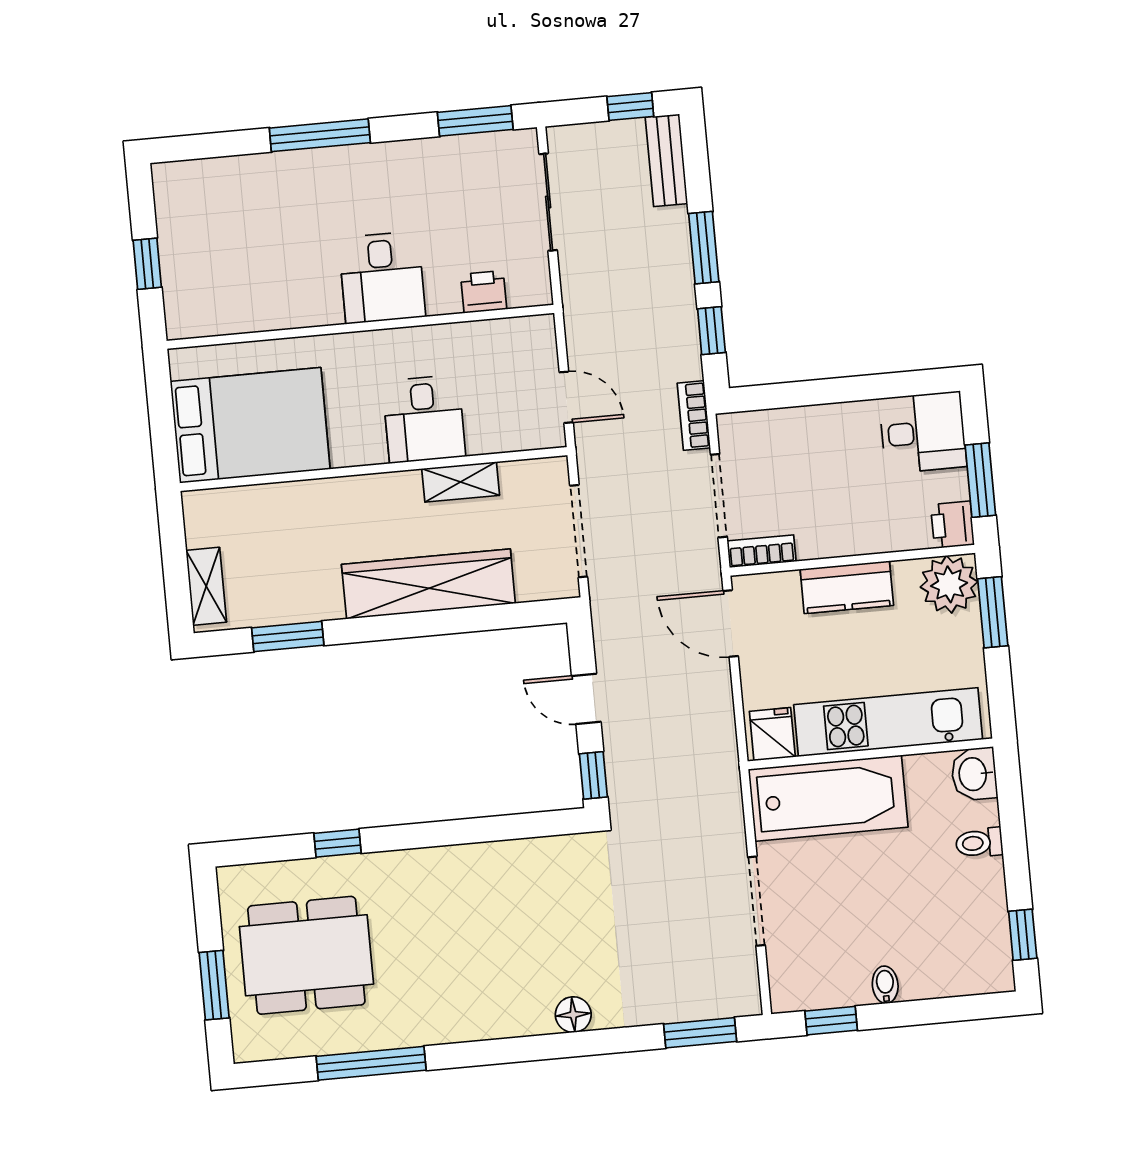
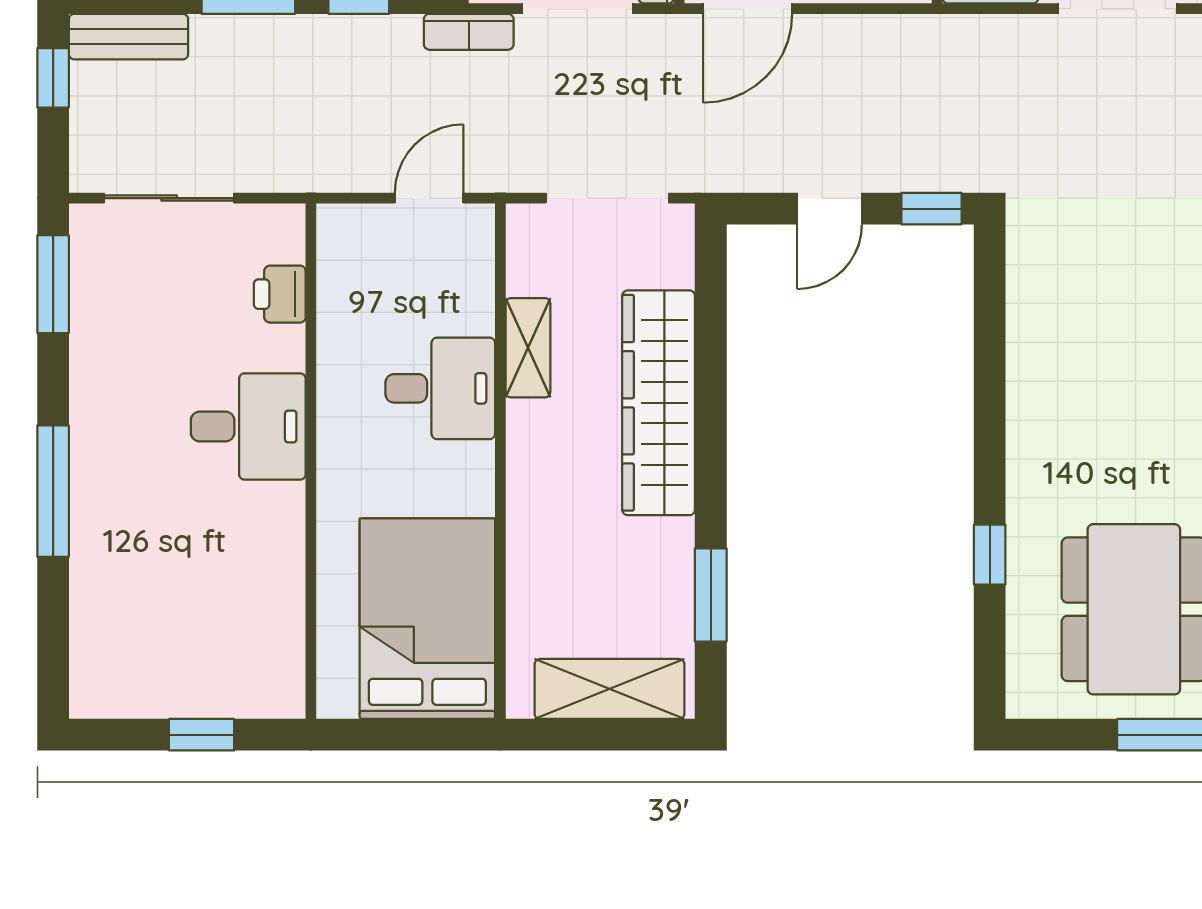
shelving: (206, 586) -> (610, 689), width x1.50, depth x1.33

